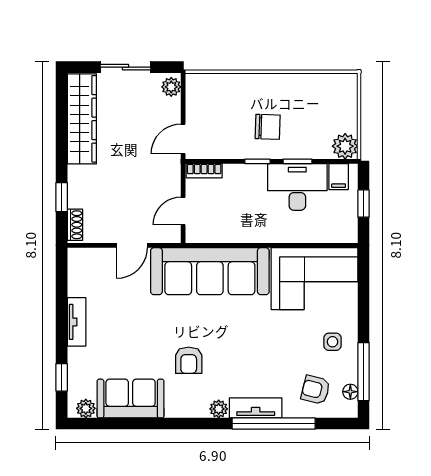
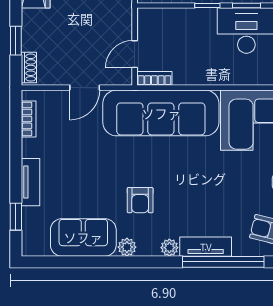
bookcase: (204, 171) -> (154, 78), moved, turned 180
bookcase: (75, 277) -> (29, 119), added
tv unit: (77, 322) -> (30, 182), moved
plant: (86, 408) -> (127, 247), moved

